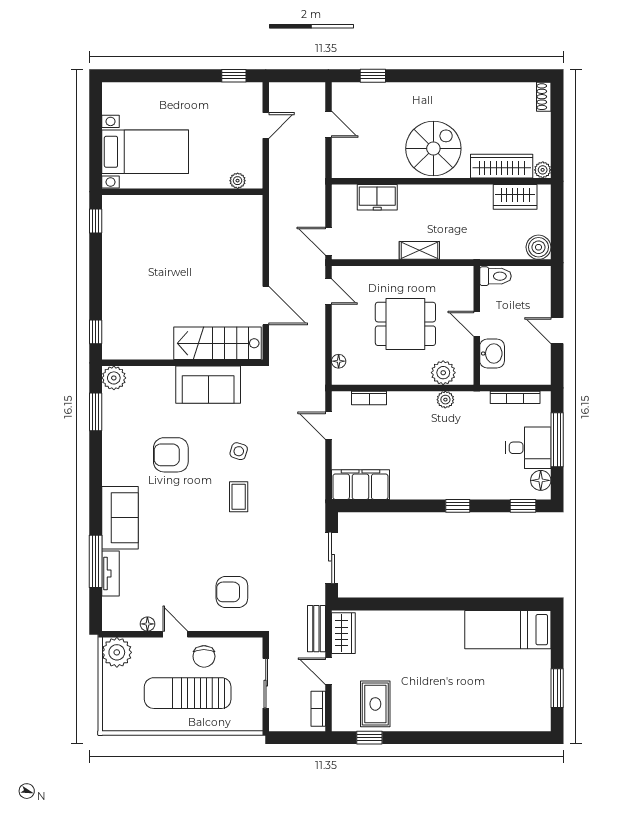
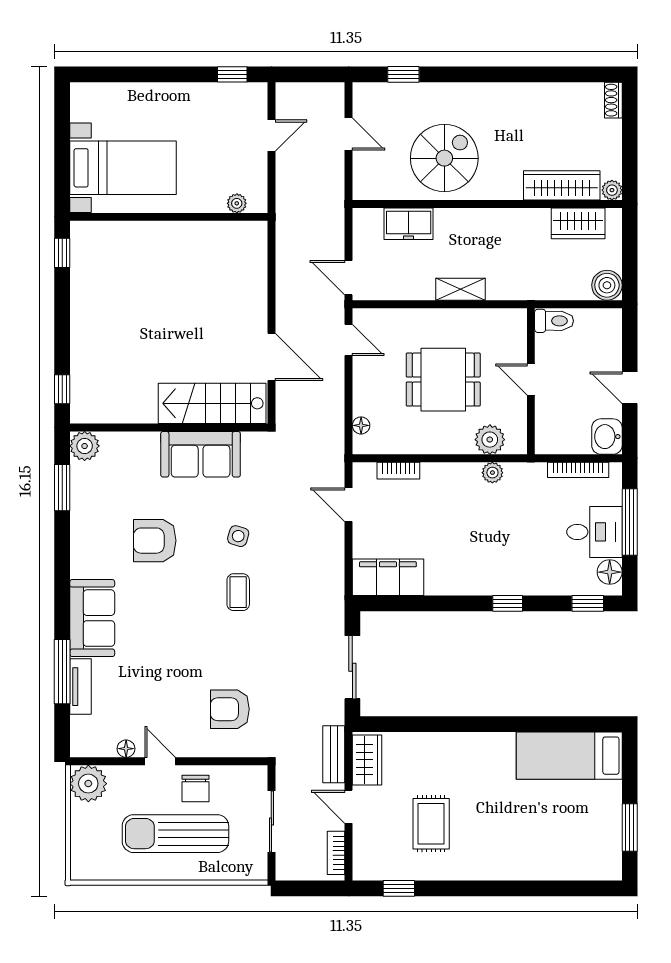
spiral stairs: (433, 149) -> (444, 158), moved
washbasin: (492, 353) -> (607, 437), moved, turned 180
rug: (375, 704) -> (431, 824), moved

